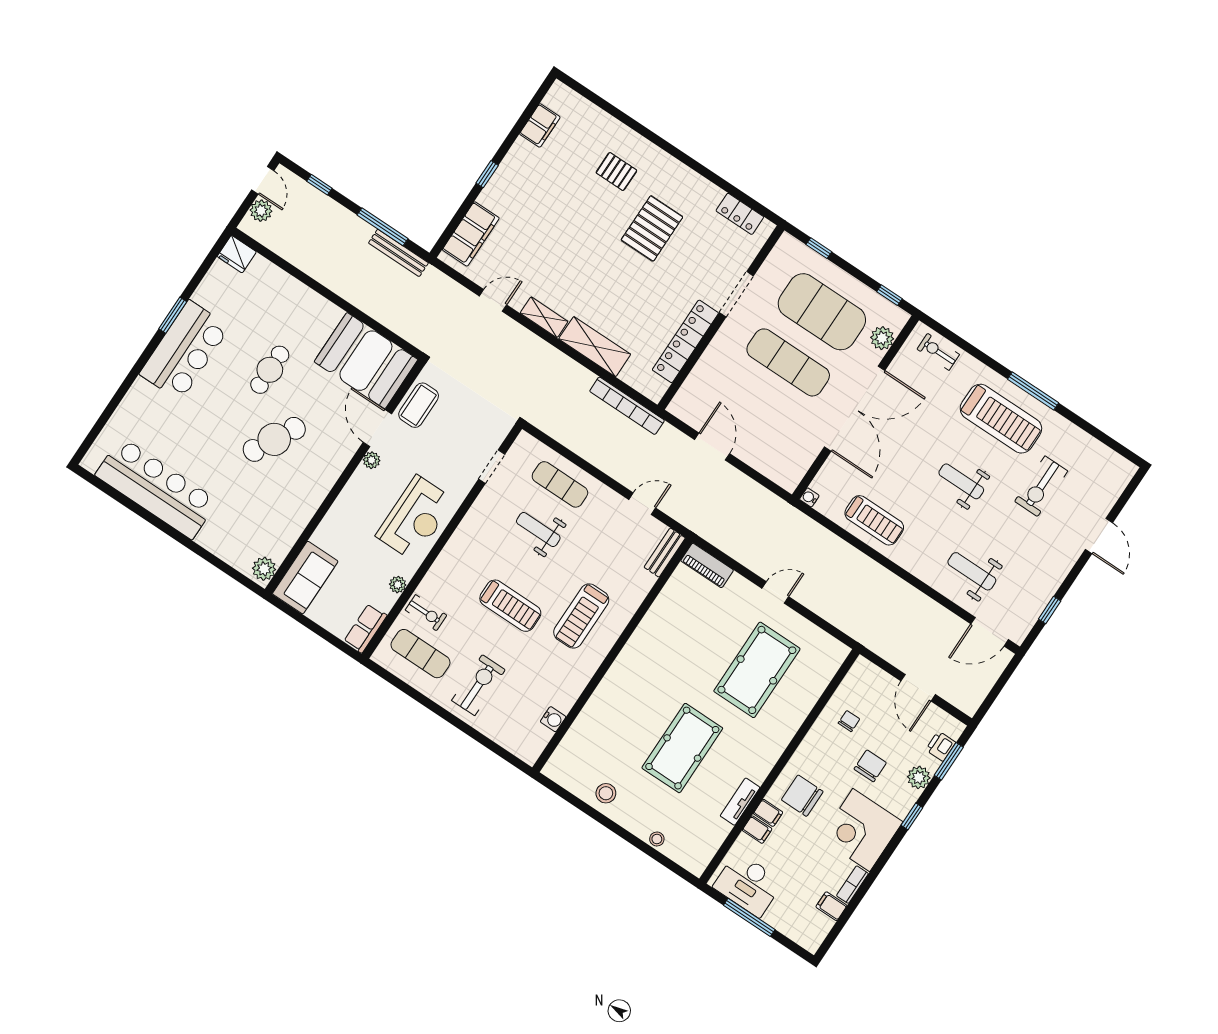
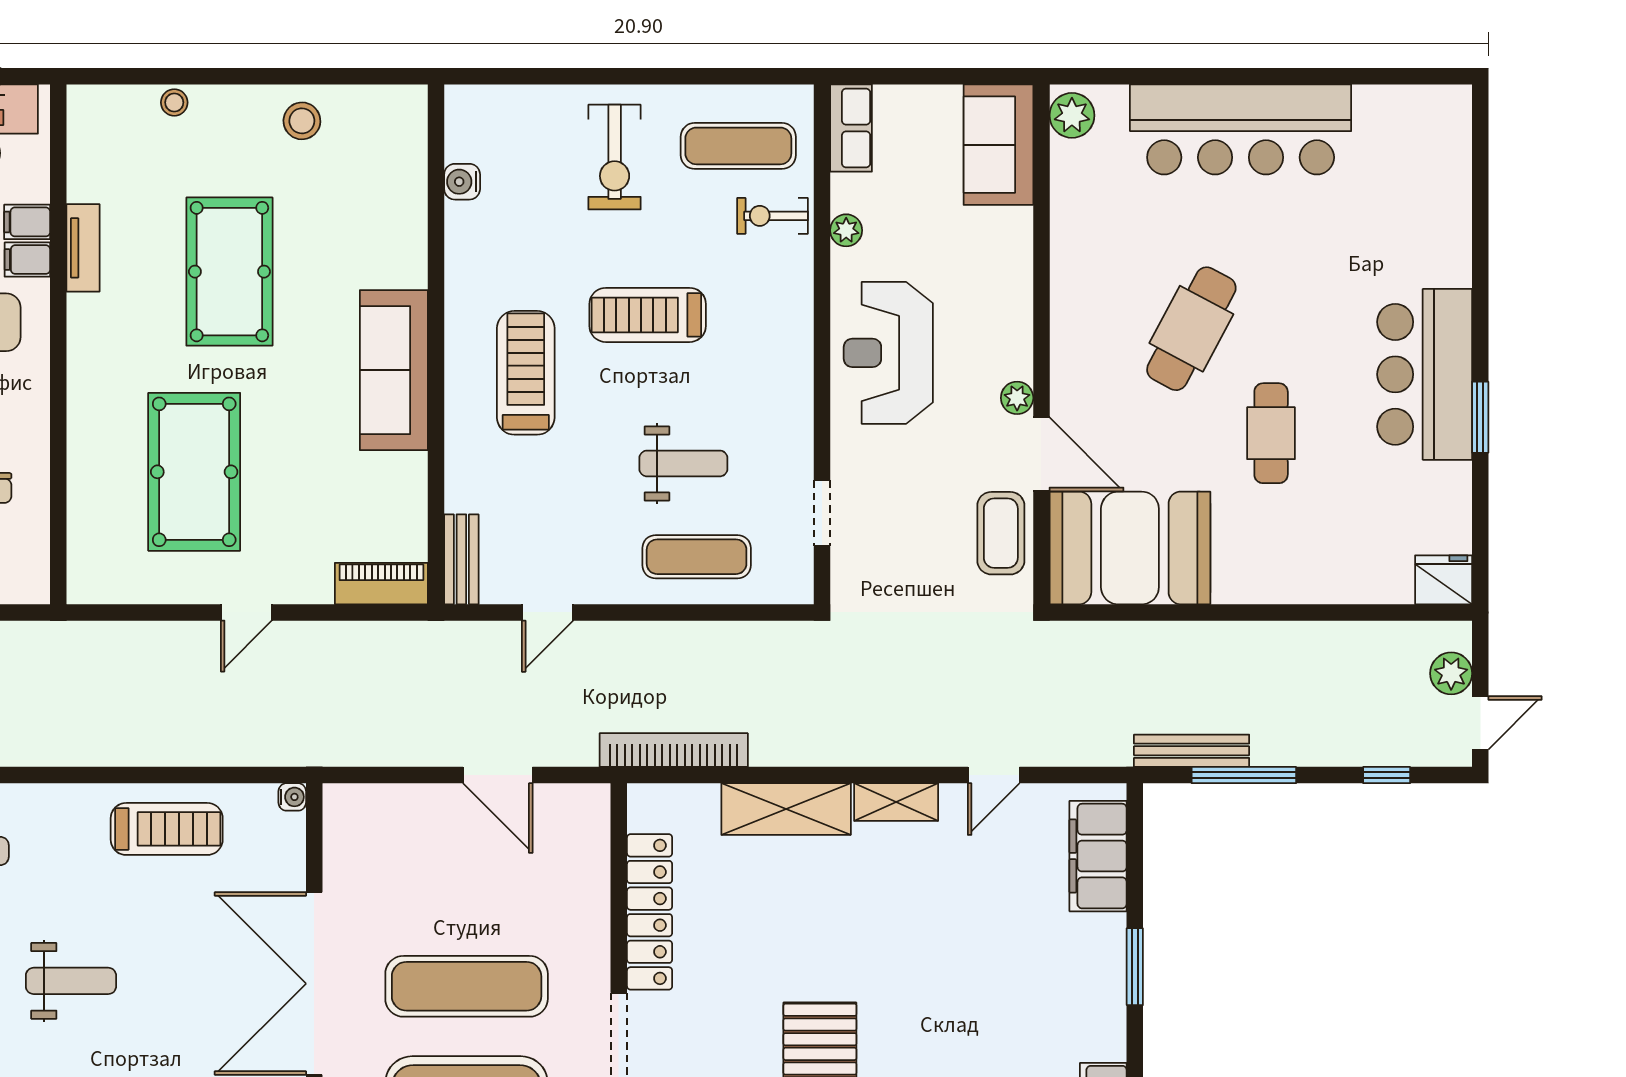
window: (487, 174) -> (1135, 967), width x1.50
door: (263, 180) -> (1480, 723), swing flipped
bar counter: (156, 488) -> (1241, 129), moved
treadmill: (874, 520) -> (167, 829), turned 180
sofa: (639, 656) -> (394, 370), added

